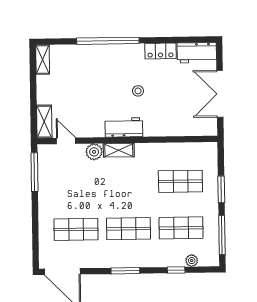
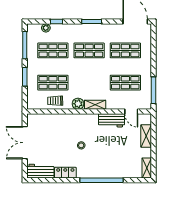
double door: (220, 94) -> (25, 143), swing flipped
shelving: (44, 122) -> (146, 136), moved
workbench: (124, 127) -> (112, 120), moved
plant: (94, 152) -> (78, 104), moved
trolley: (177, 155) -> (55, 101), added
shop shelf: (75, 183) -> (125, 83), added

